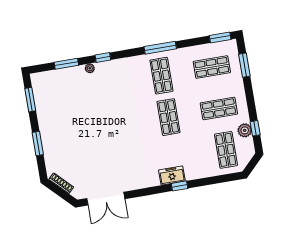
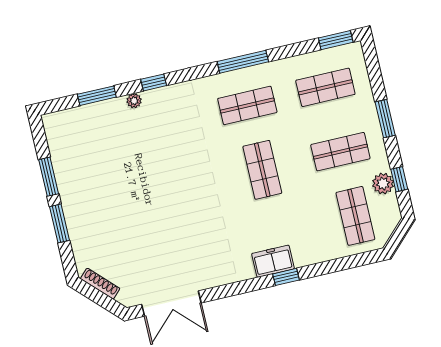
window: (244, 65) -> (385, 119), moved
shop shelf: (161, 76) -> (247, 105), turned 90
window: (30, 100) -> (49, 177), moved

